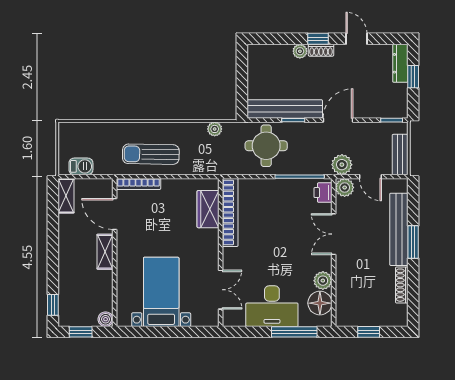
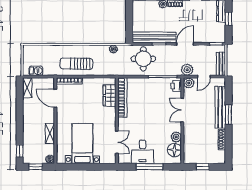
door: (370, 177) -> (204, 77), hinge flipped
shelving: (105, 252) -> (50, 133), moved
desk: (272, 306) -> (143, 152), width x0.73
window: (294, 332) -> (150, 167), moved

